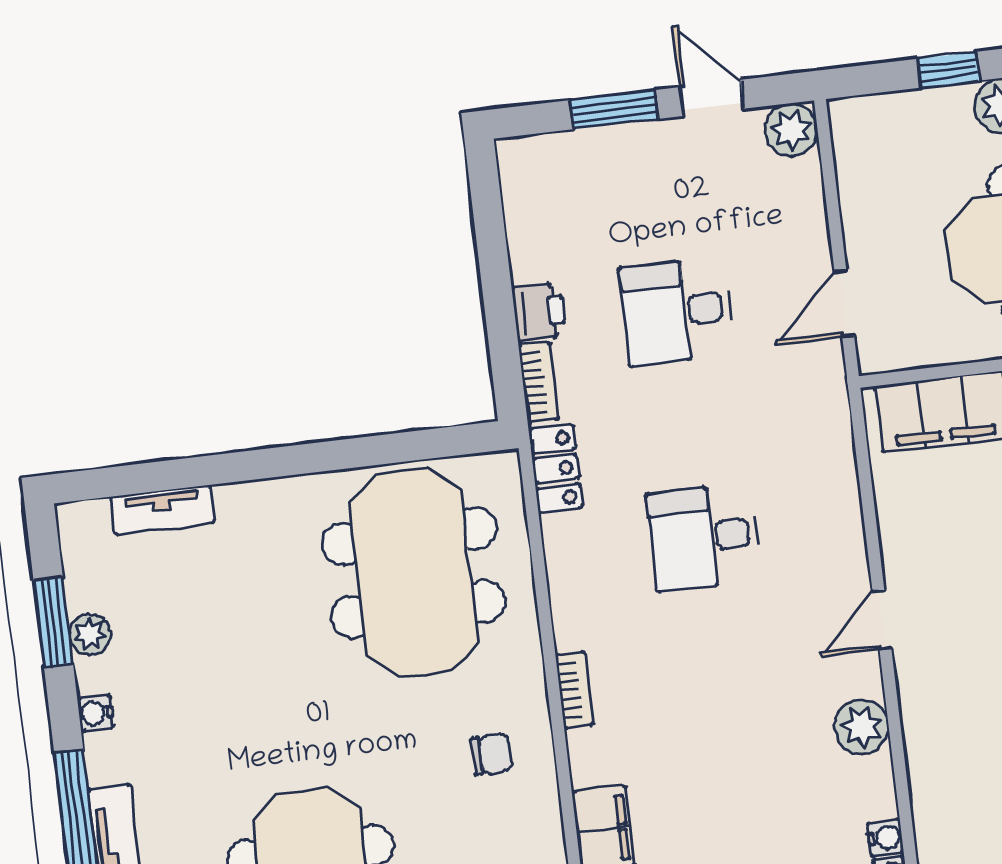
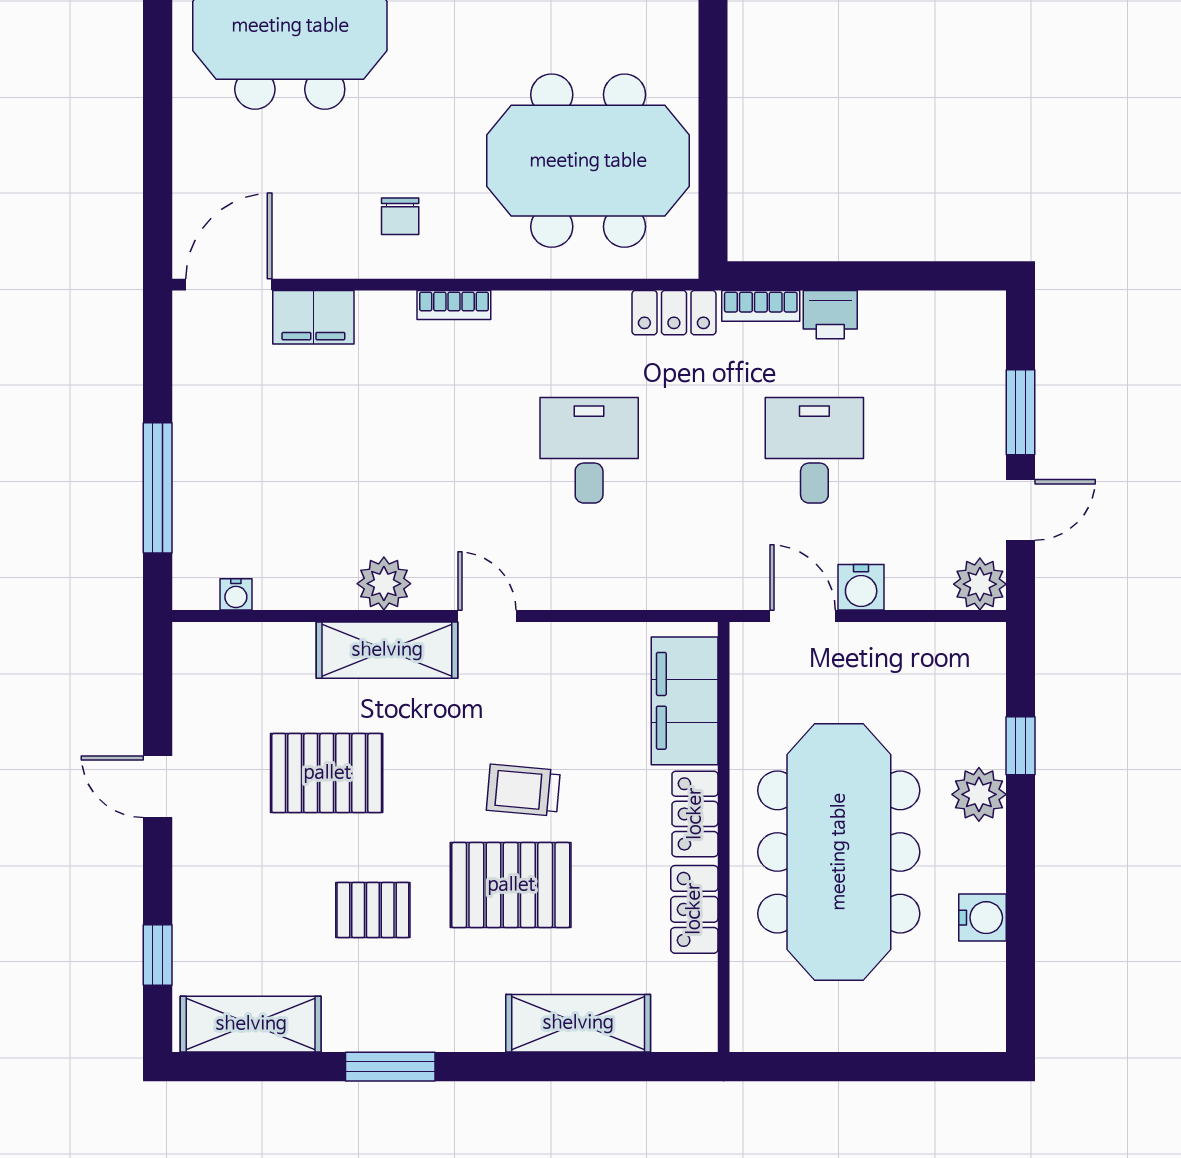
shelving: (928, 716) -> (387, 650), added
water cooler: (885, 838) -> (861, 587), moved, width x1.38, depth x1.38

